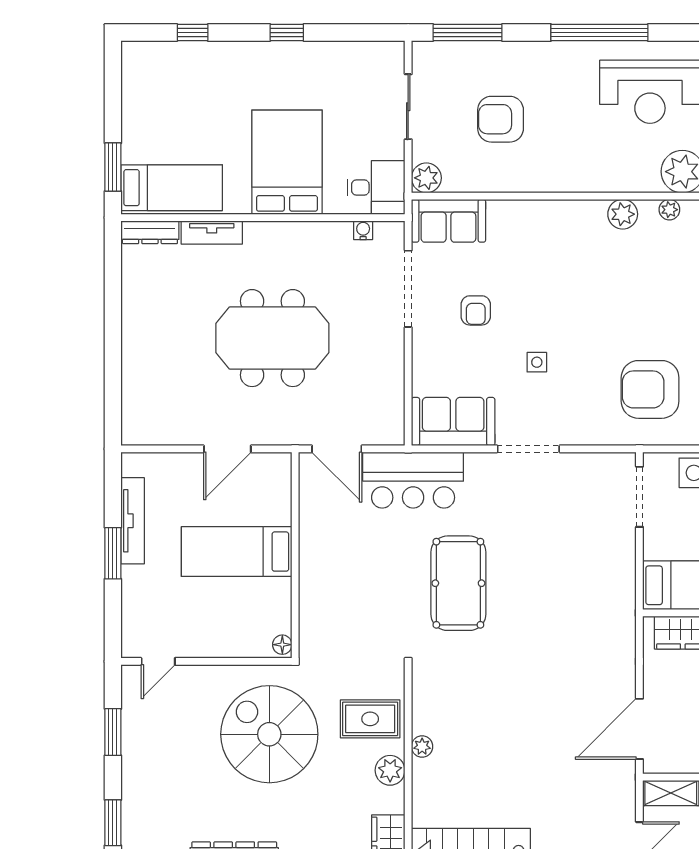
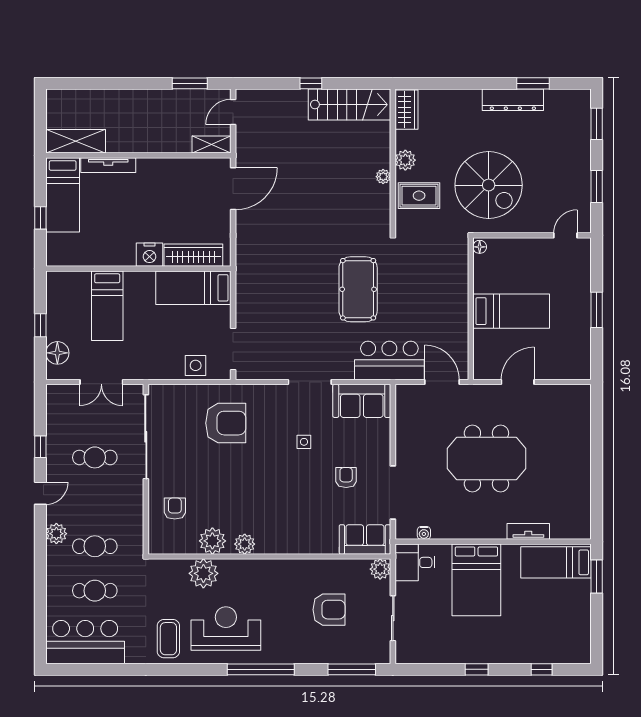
plant: (669, 210) -> (212, 541), width x1.88, depth x1.88
dresser: (150, 232) -> (571, 532), removed
tv unit: (133, 521) -> (583, 332), removed

